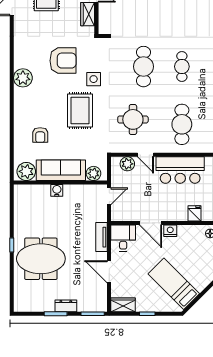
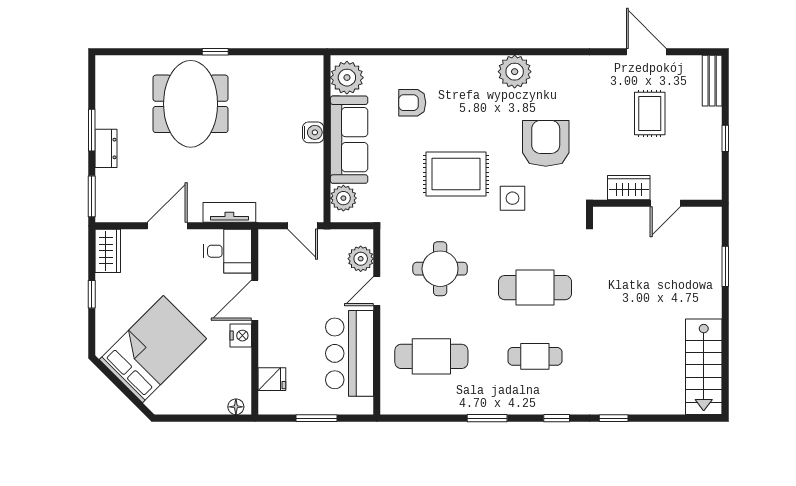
armchair: (63, 61) -> (546, 143), turned 180
bed: (174, 284) -> (153, 349), width x1.50

